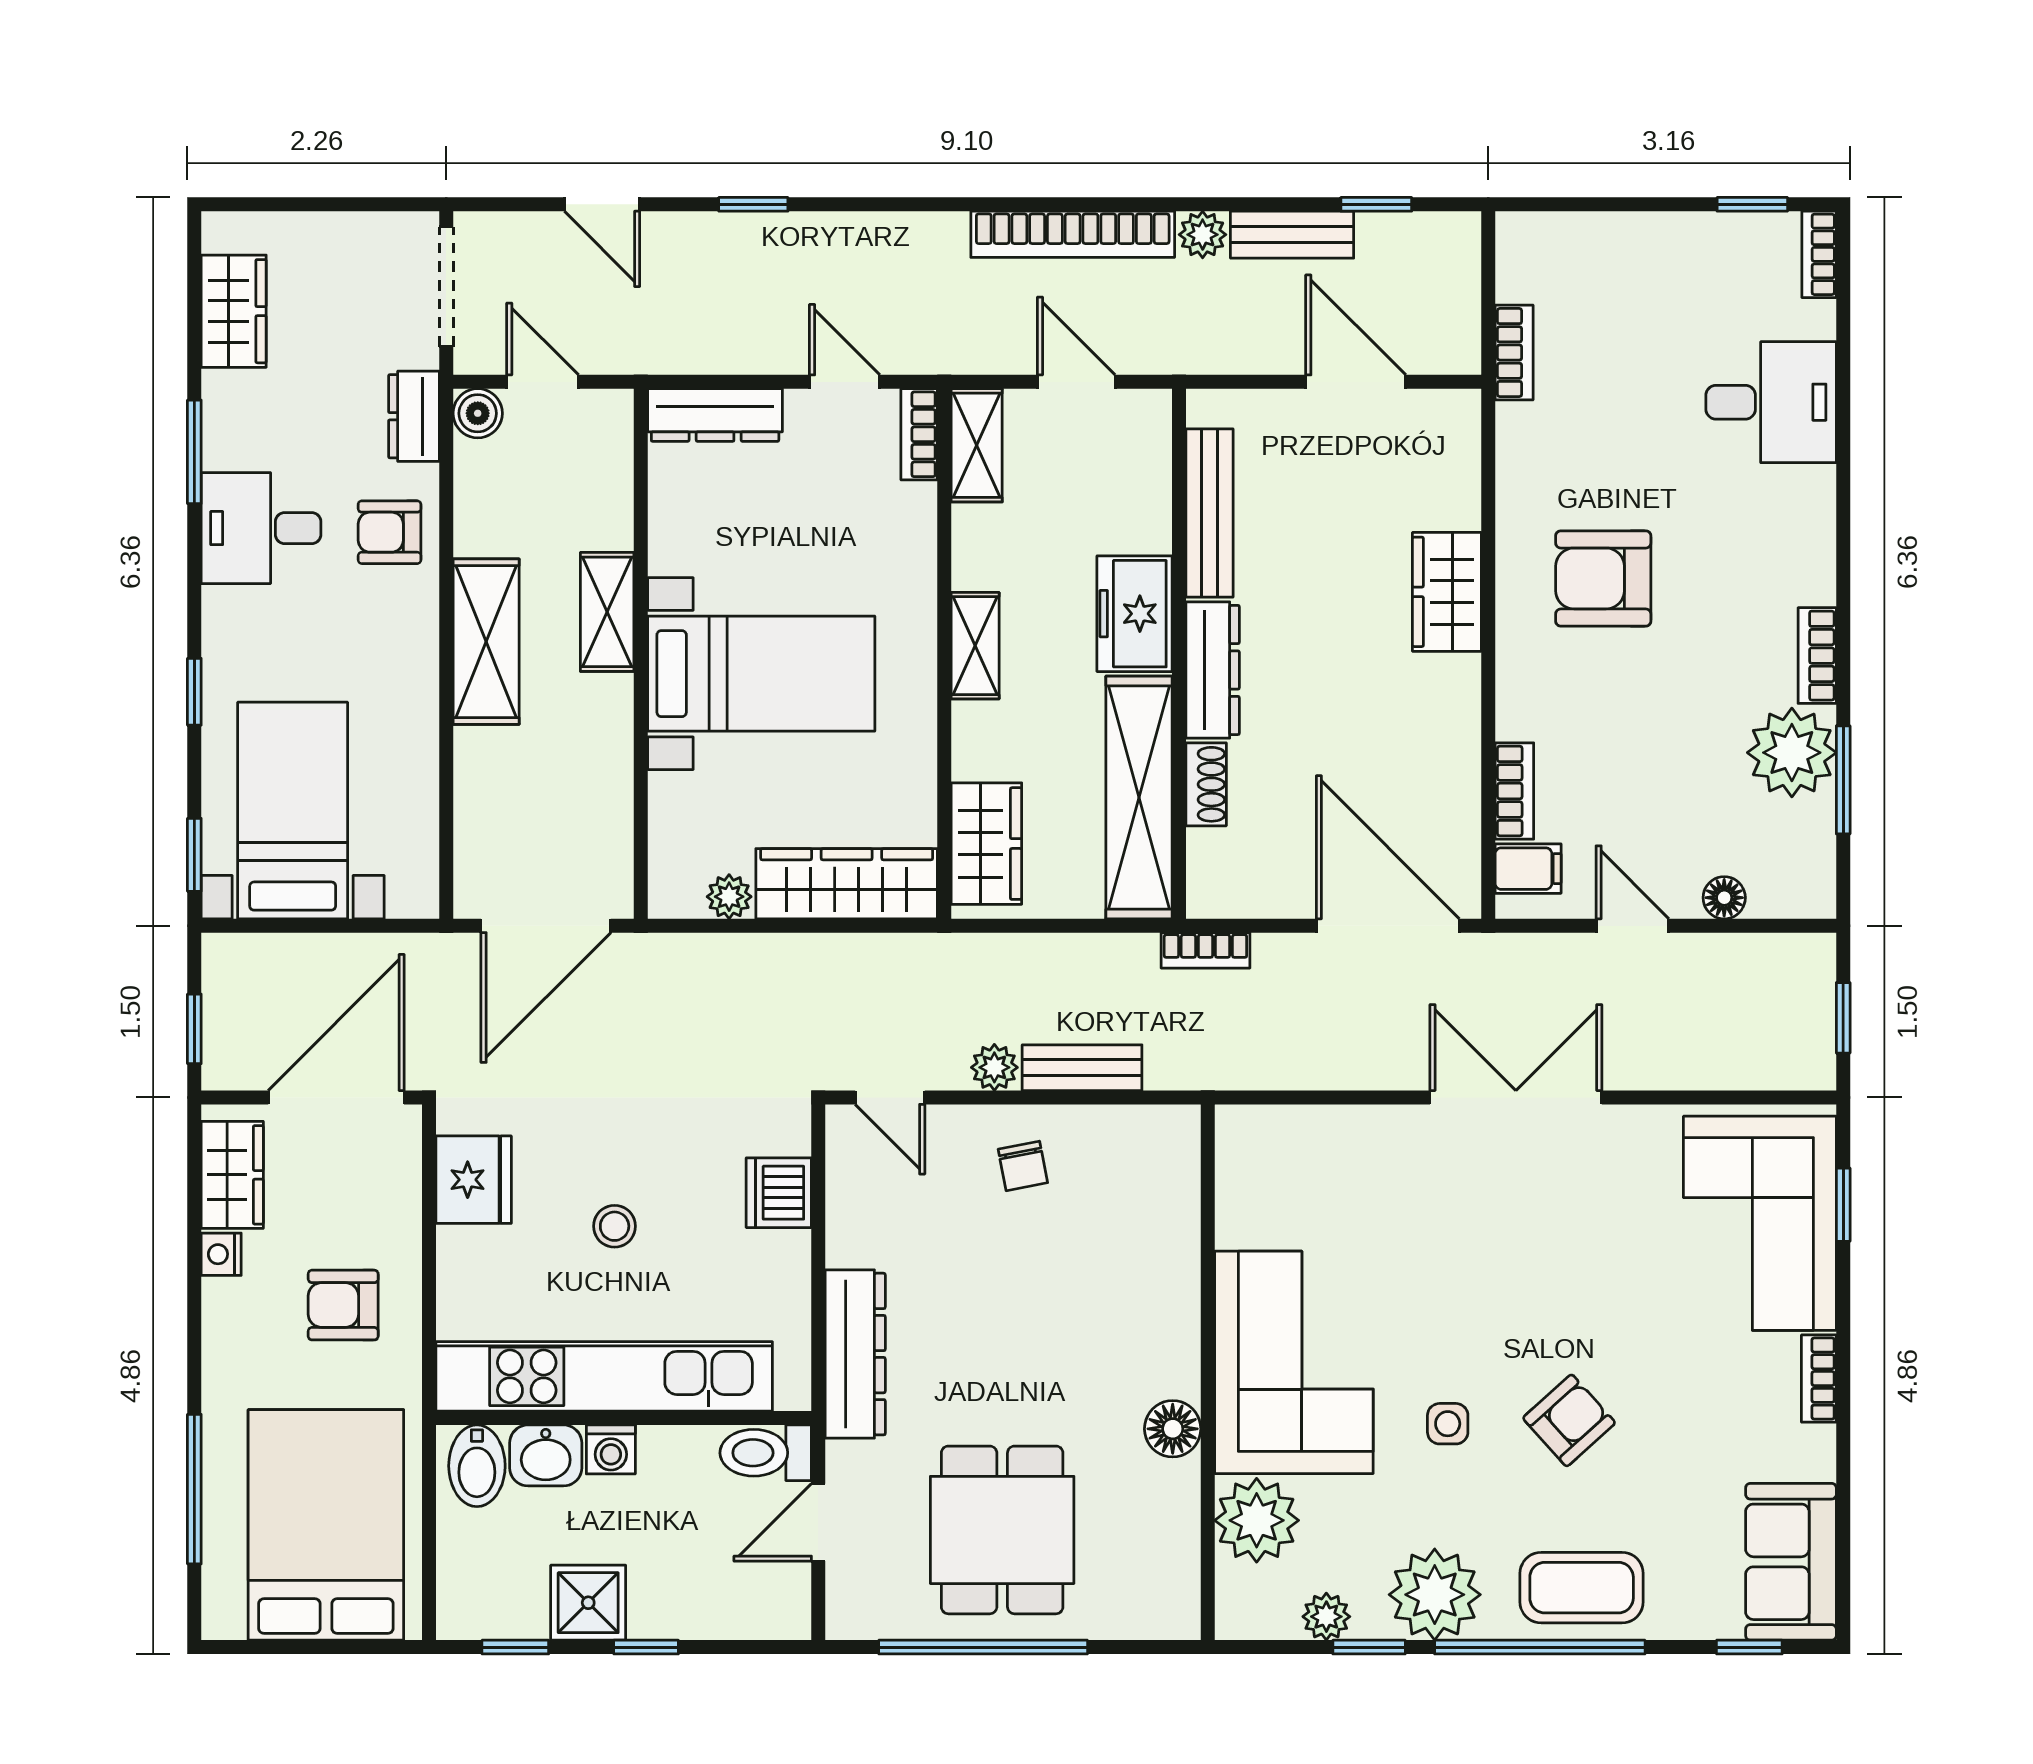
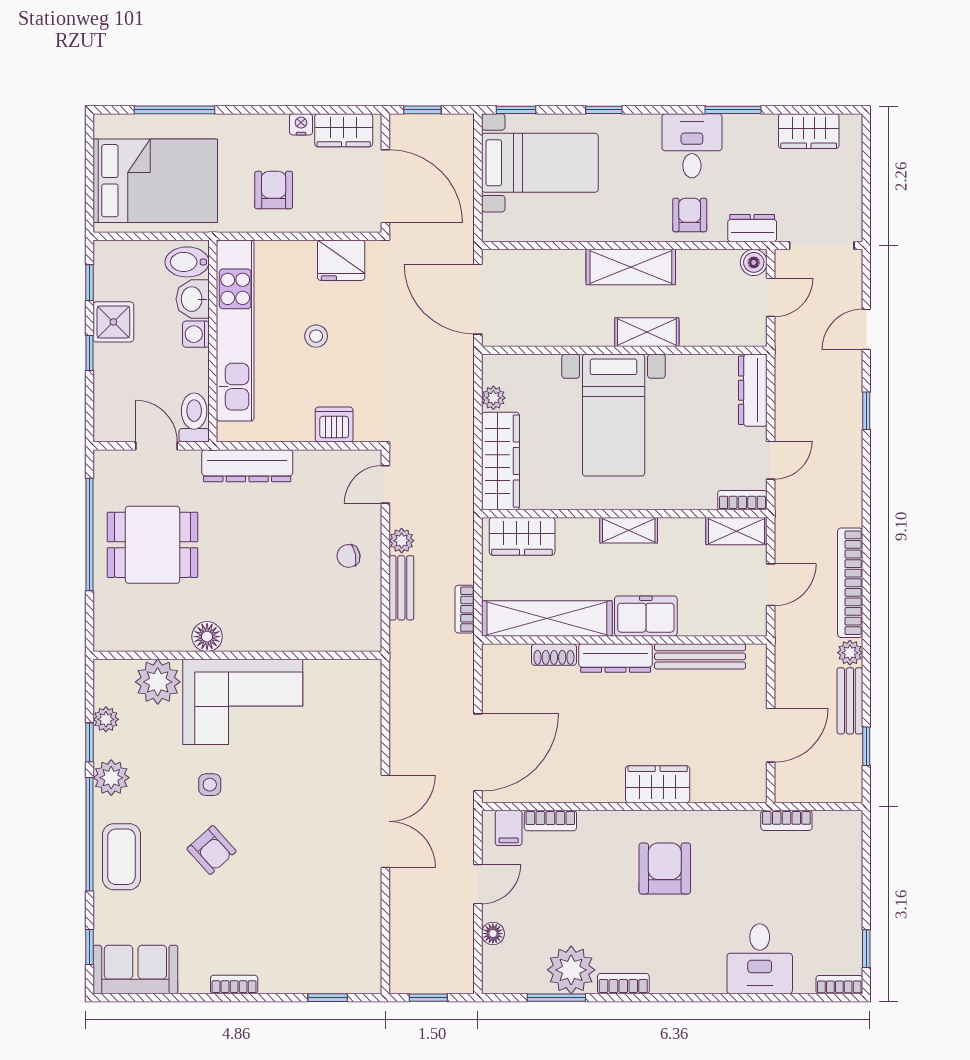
bookcase: (1205, 950) -> (465, 609), moved
corner sofa: (1760, 1223) -> (318, 953), removed
plant: (1435, 1595) -> (111, 778), width x0.73, depth x0.73

